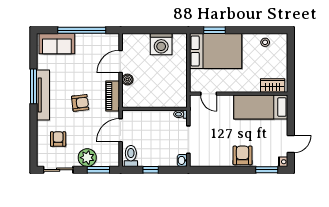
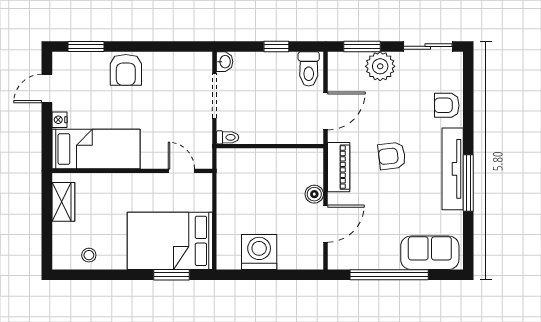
wardrobe: (273, 86) -> (63, 202), moved, turned -90
armchair: (58, 139) -> (447, 105), moved, turned 90
nightstand: (283, 162) -> (59, 120), moved

